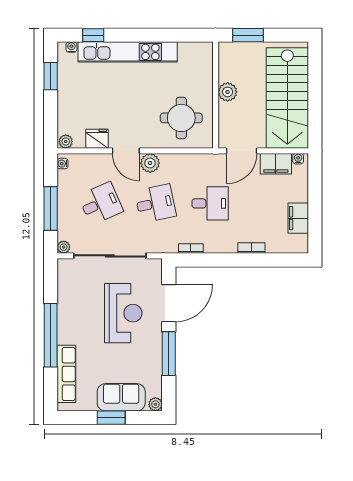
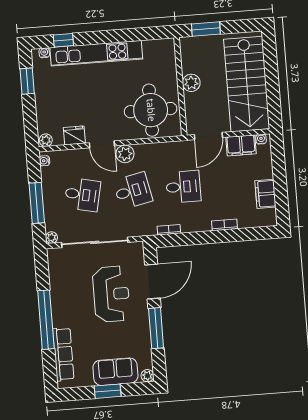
round table: (181, 118) -> (151, 110), width x1.36, depth x1.36
desk: (101, 203) -> (82, 195), turned 36

